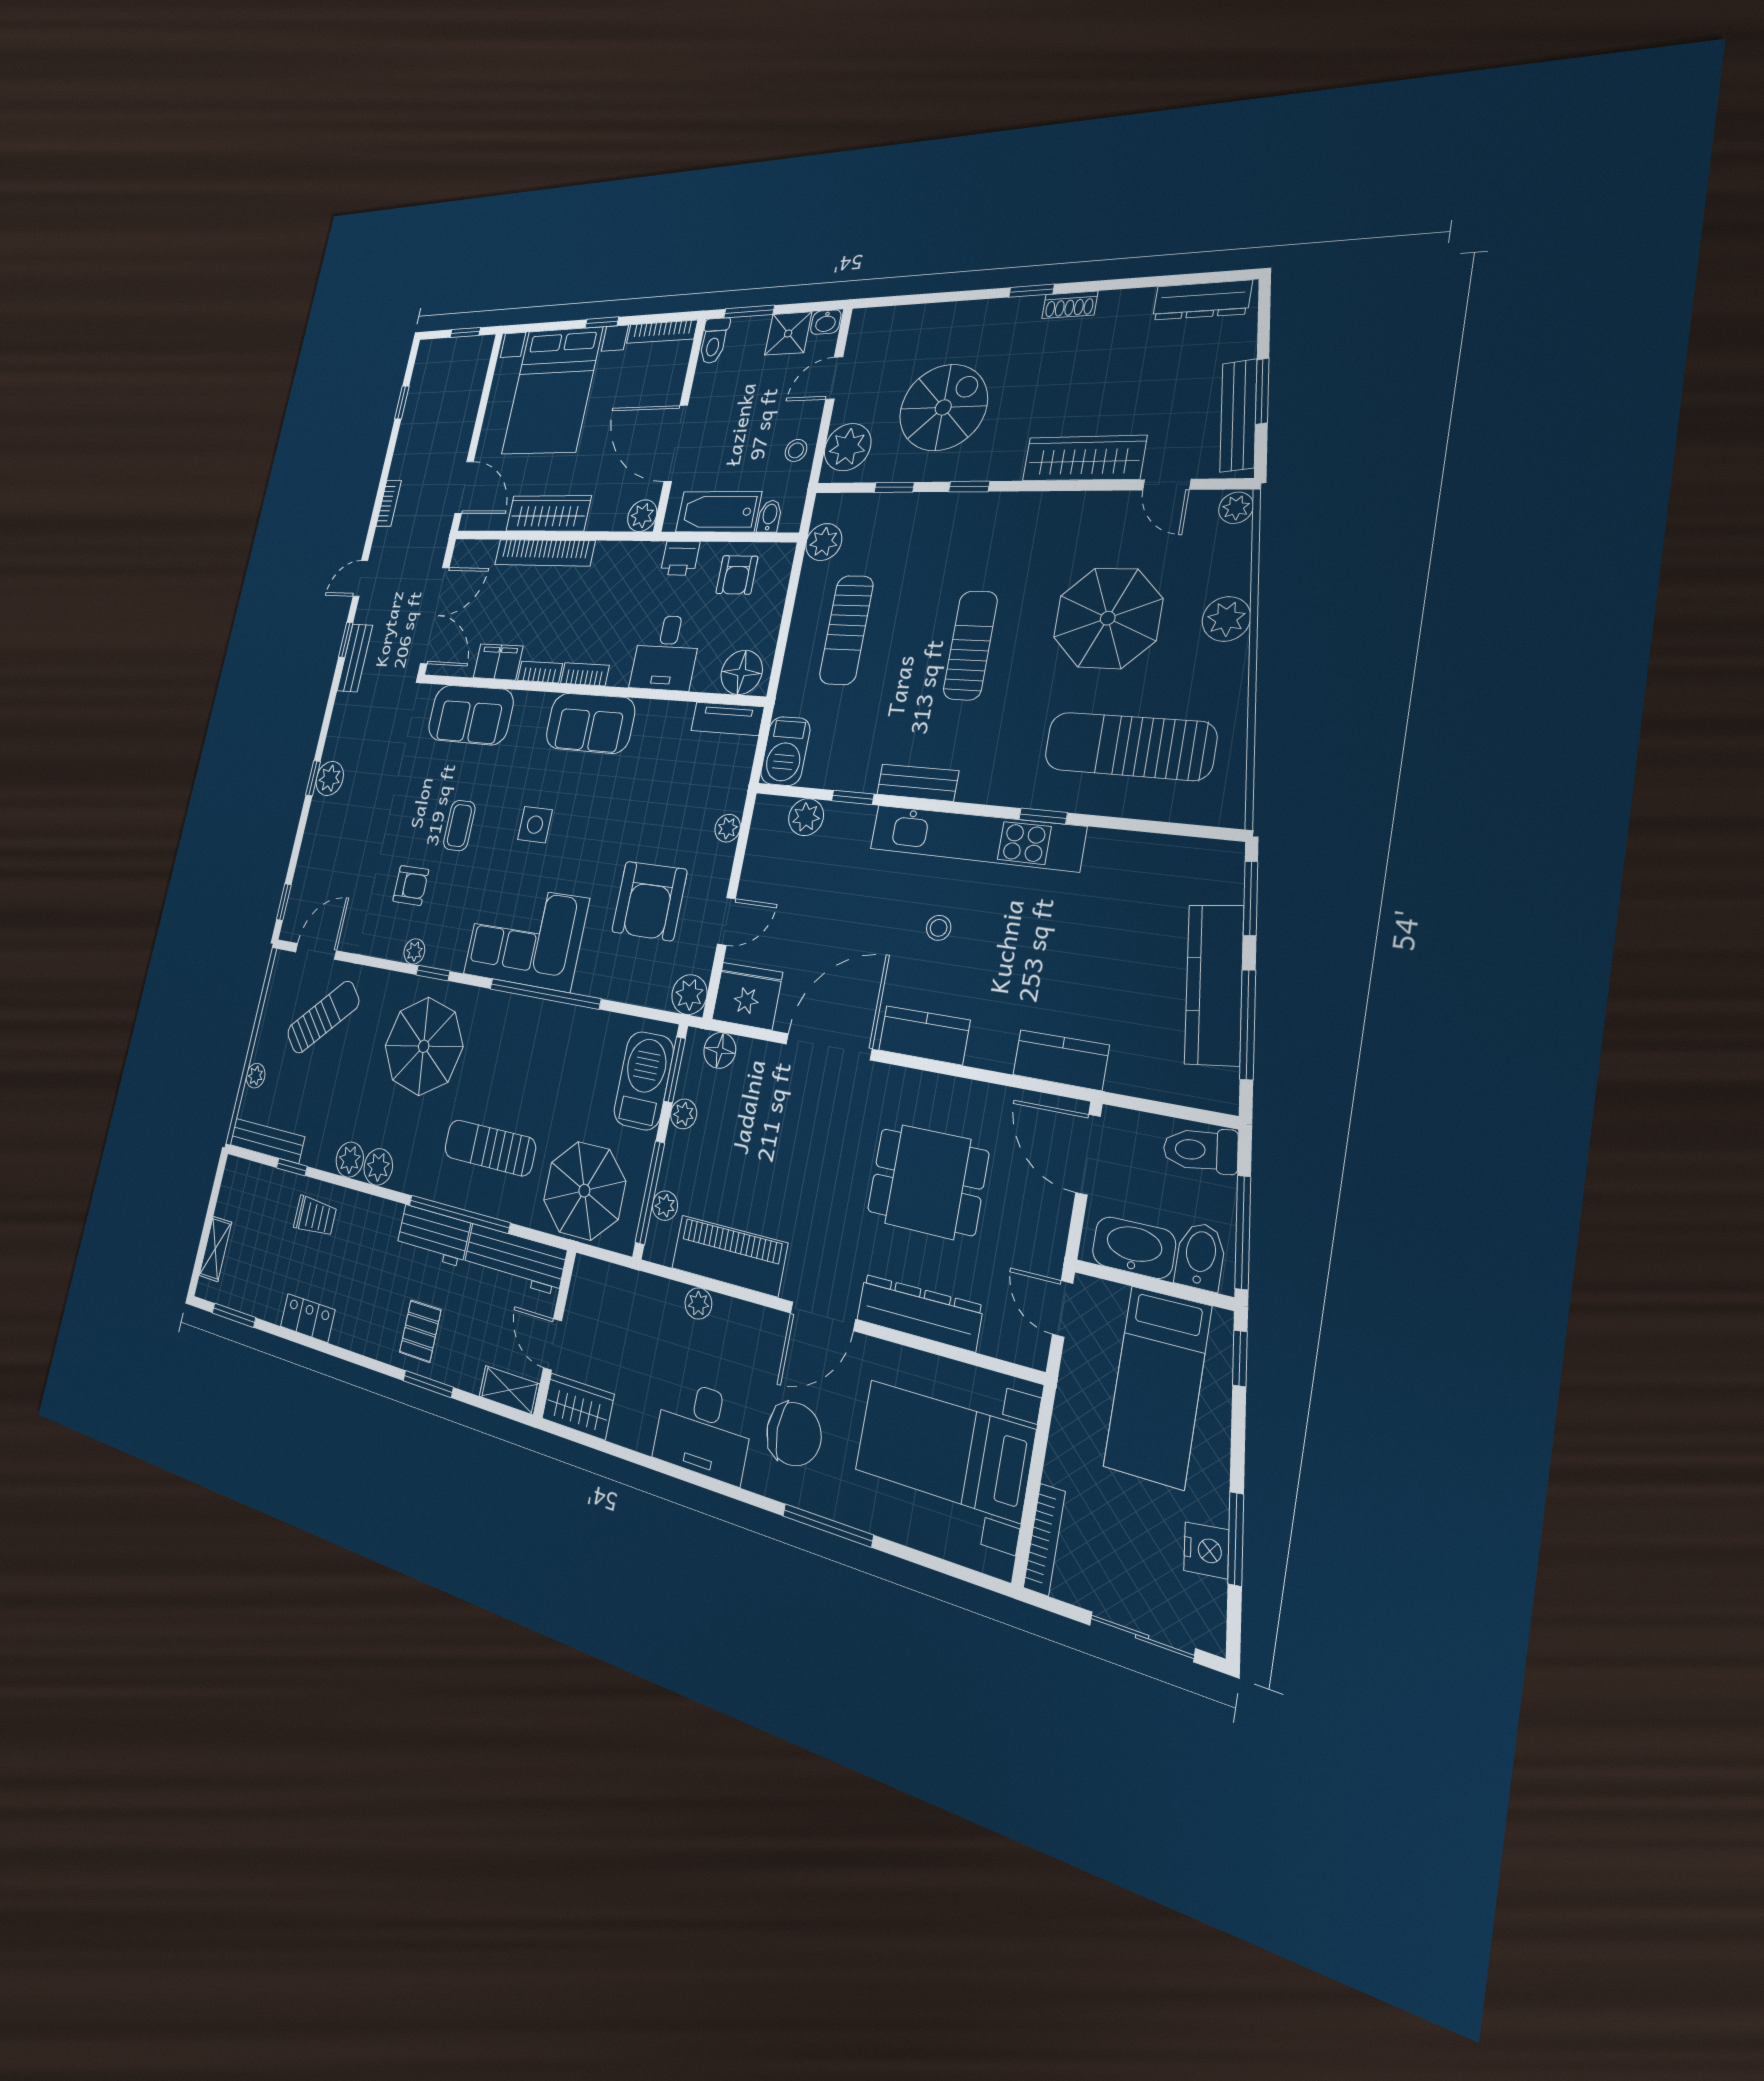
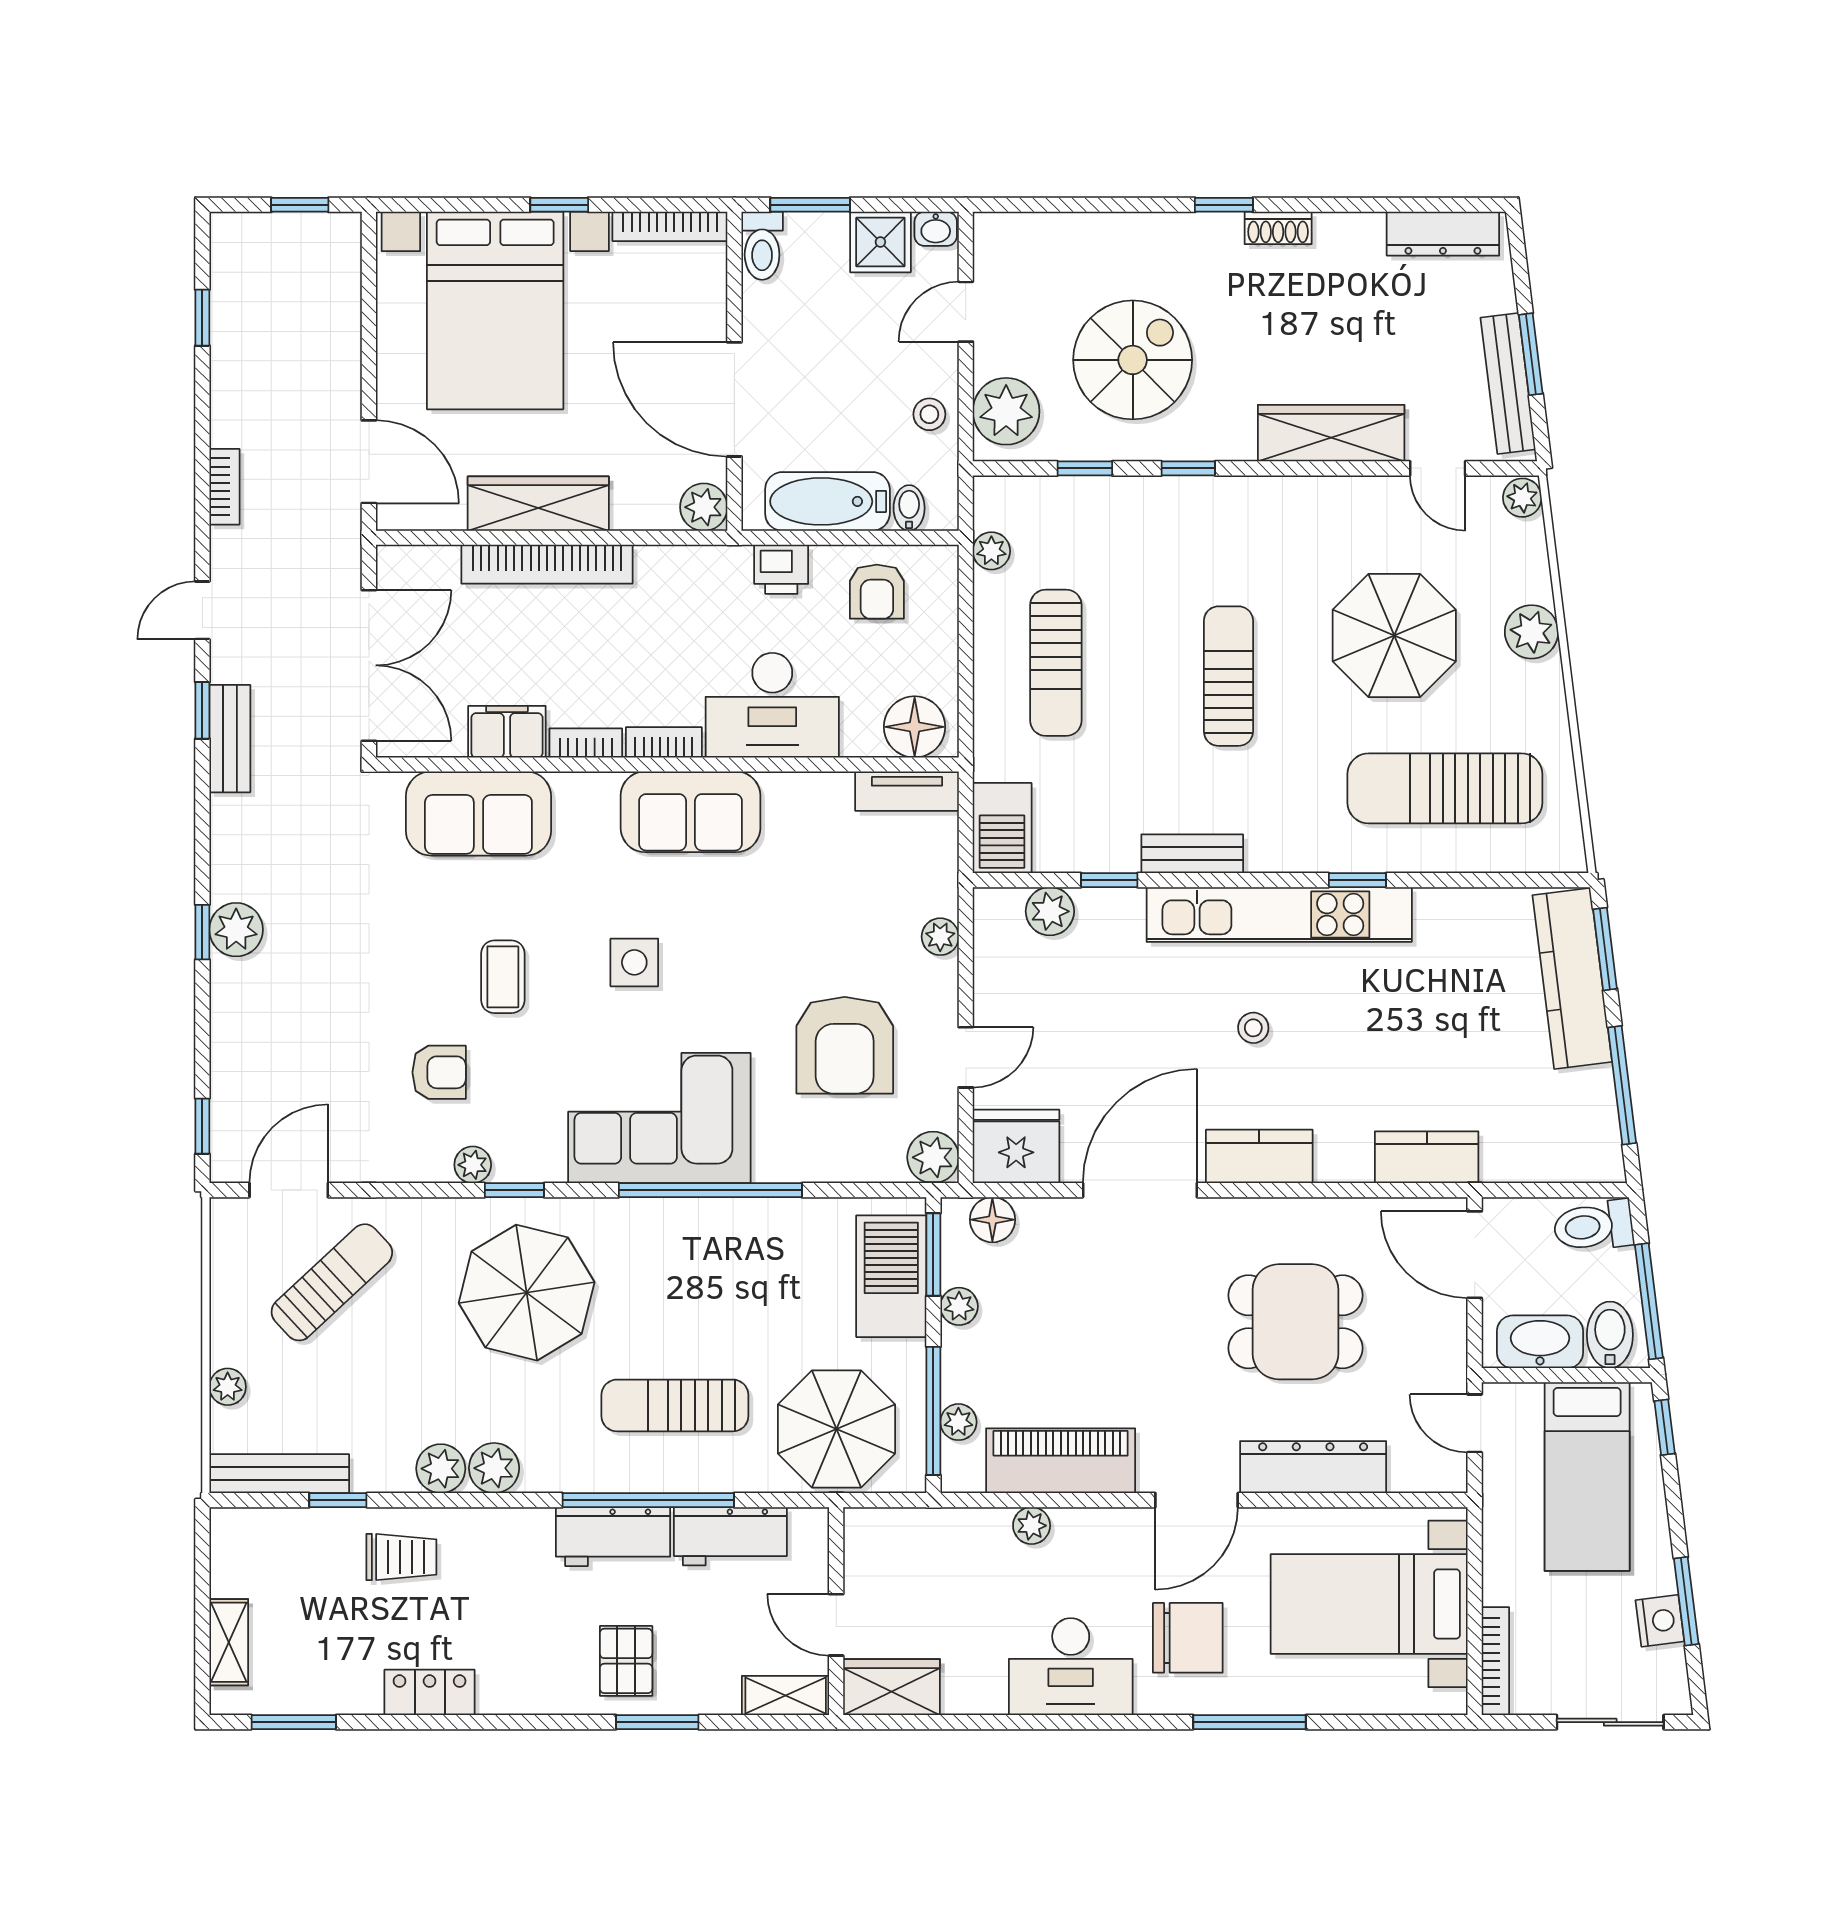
plant: (824, 542) -> (991, 551), width x0.73, depth x0.73
desk: (666, 653) -> (772, 705), width x1.37
kitchen counter: (1214, 985) -> (1572, 978), moved
workbench: (515, 1259) -> (730, 1536), width x0.73

